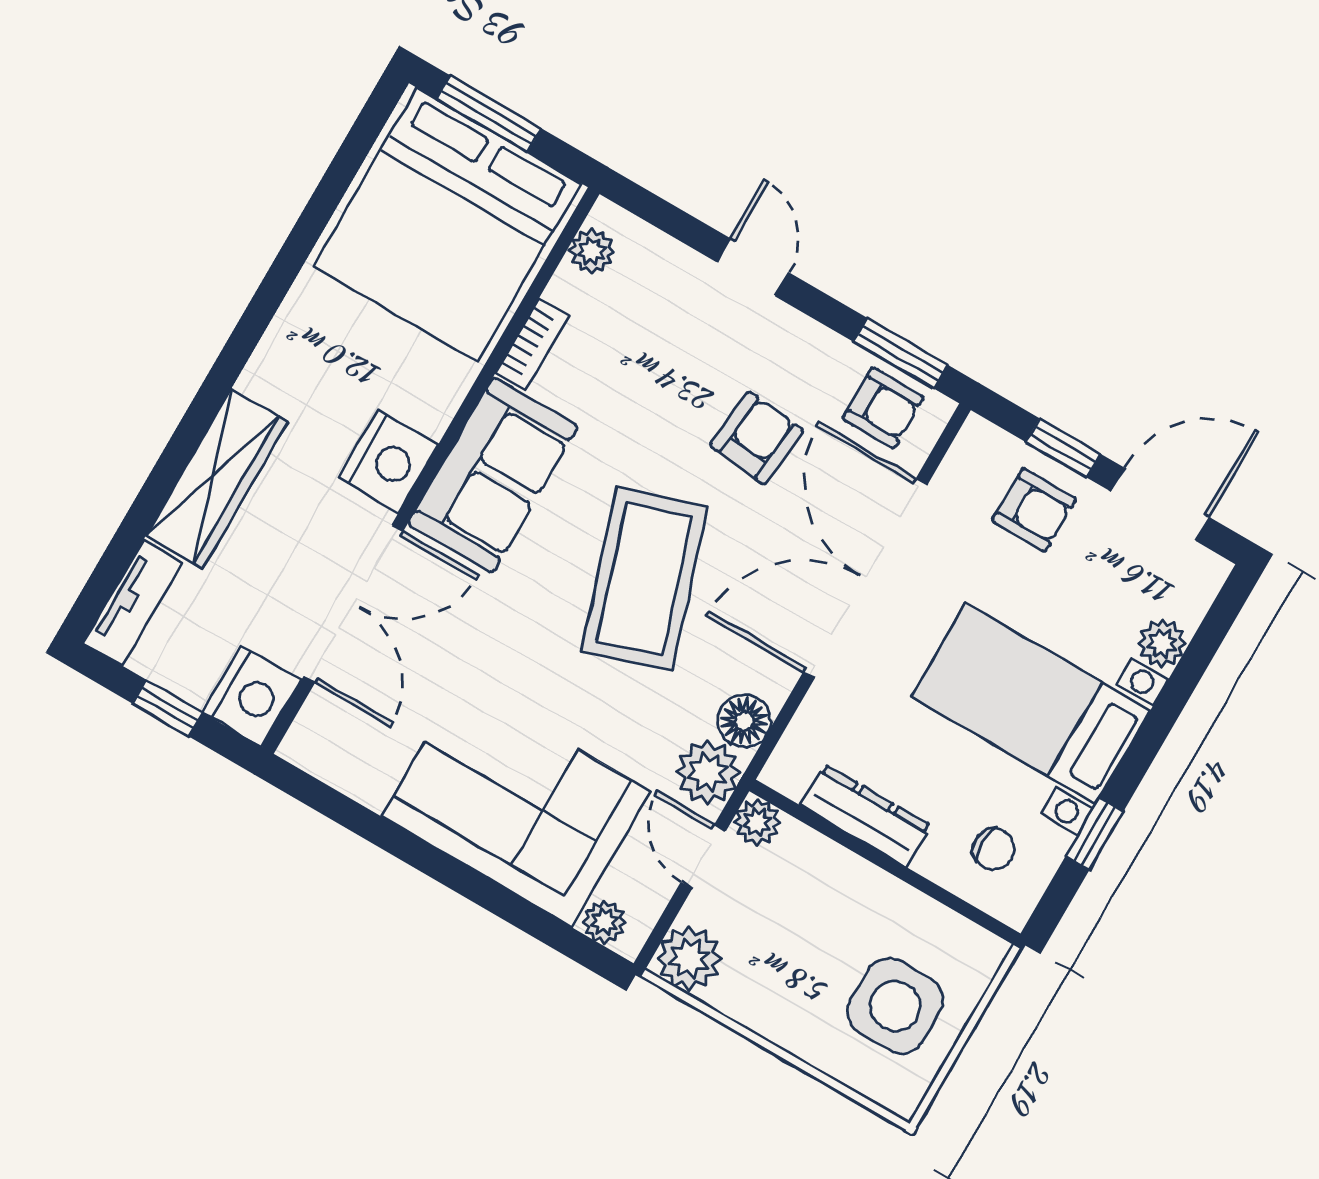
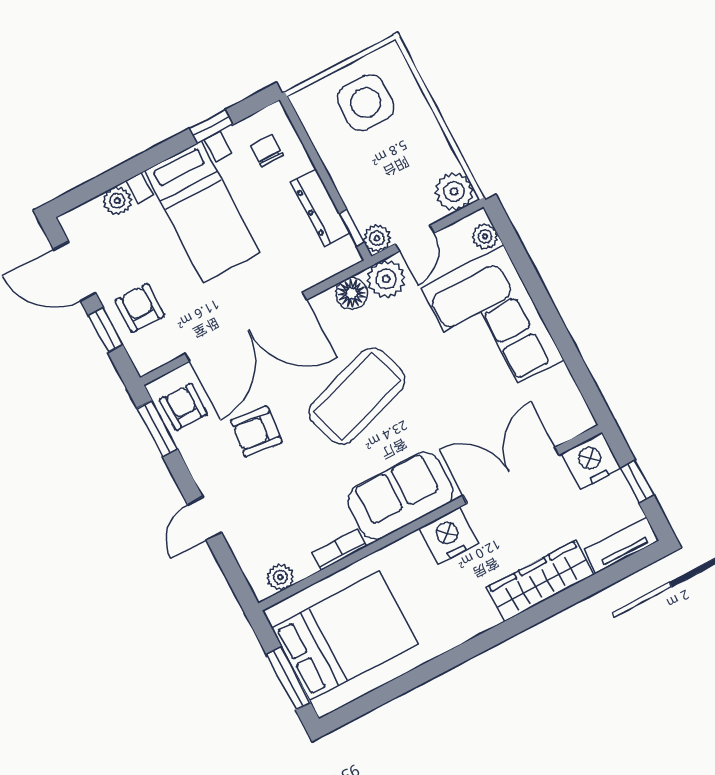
bed: (447, 225) -> (344, 636), width x0.73
window: (803, 815) -> (352, 228), added

